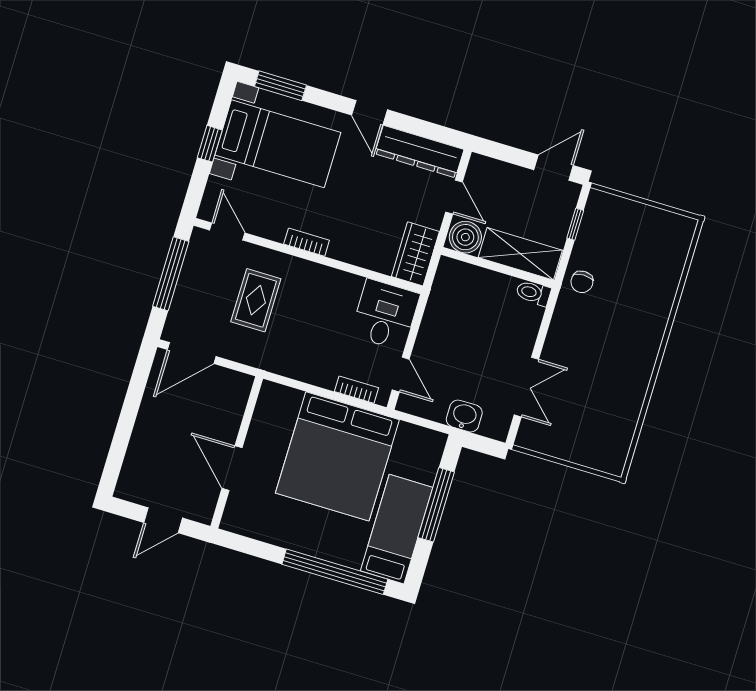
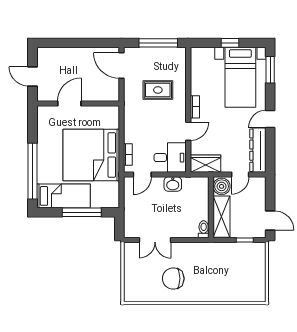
door: (227, 232) -> (188, 131), moved
chair: (582, 282) -> (173, 279), moved, width x1.87, depth x1.87
washbasin: (464, 416) -> (173, 184), moved, turned 90

